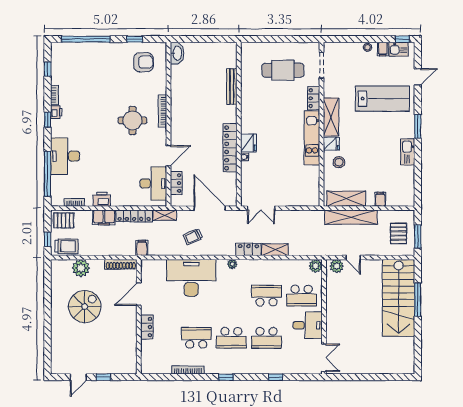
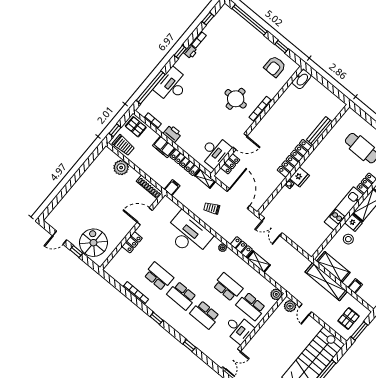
armchair: (143, 62) -> (275, 67), turned 90
locker: (230, 148) -> (295, 158), moved
spiral stairs: (85, 307) -> (93, 243), moved, turned -90

